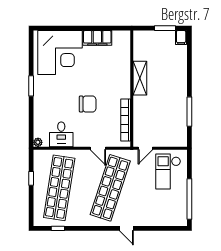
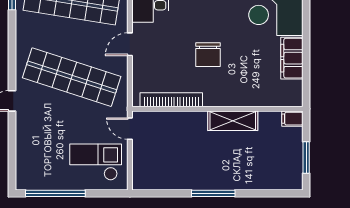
filing cabinet: (181, 38) -> (292, 119), moved
chair: (88, 104) -> (208, 55), moved
window: (189, 112) -> (213, 193), moved
door: (98, 148) -> (130, 44), moved

